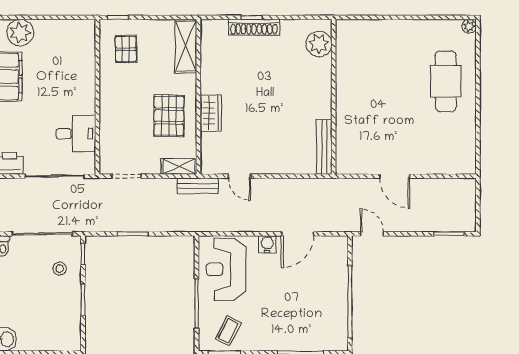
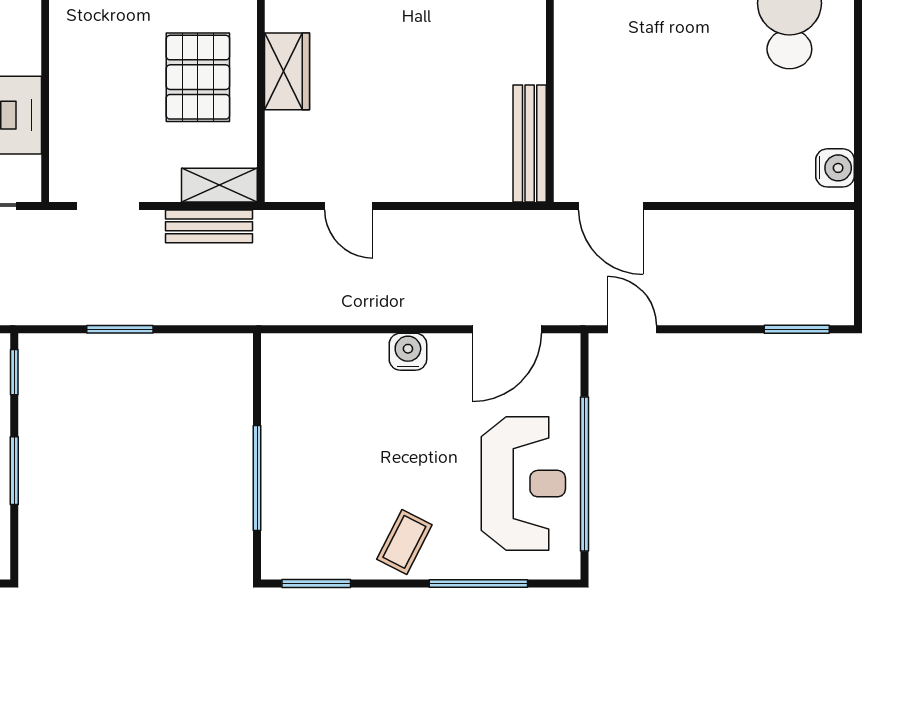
water cooler: (467, 158) -> (835, 168), added
door: (395, 176) -> (611, 206), moved
bench: (198, 186) -> (209, 226), moved
door: (298, 234) -> (507, 329), moved
reception desk: (226, 269) -> (523, 484), moved, turned 180
coffee table: (228, 331) -> (404, 542), moved

